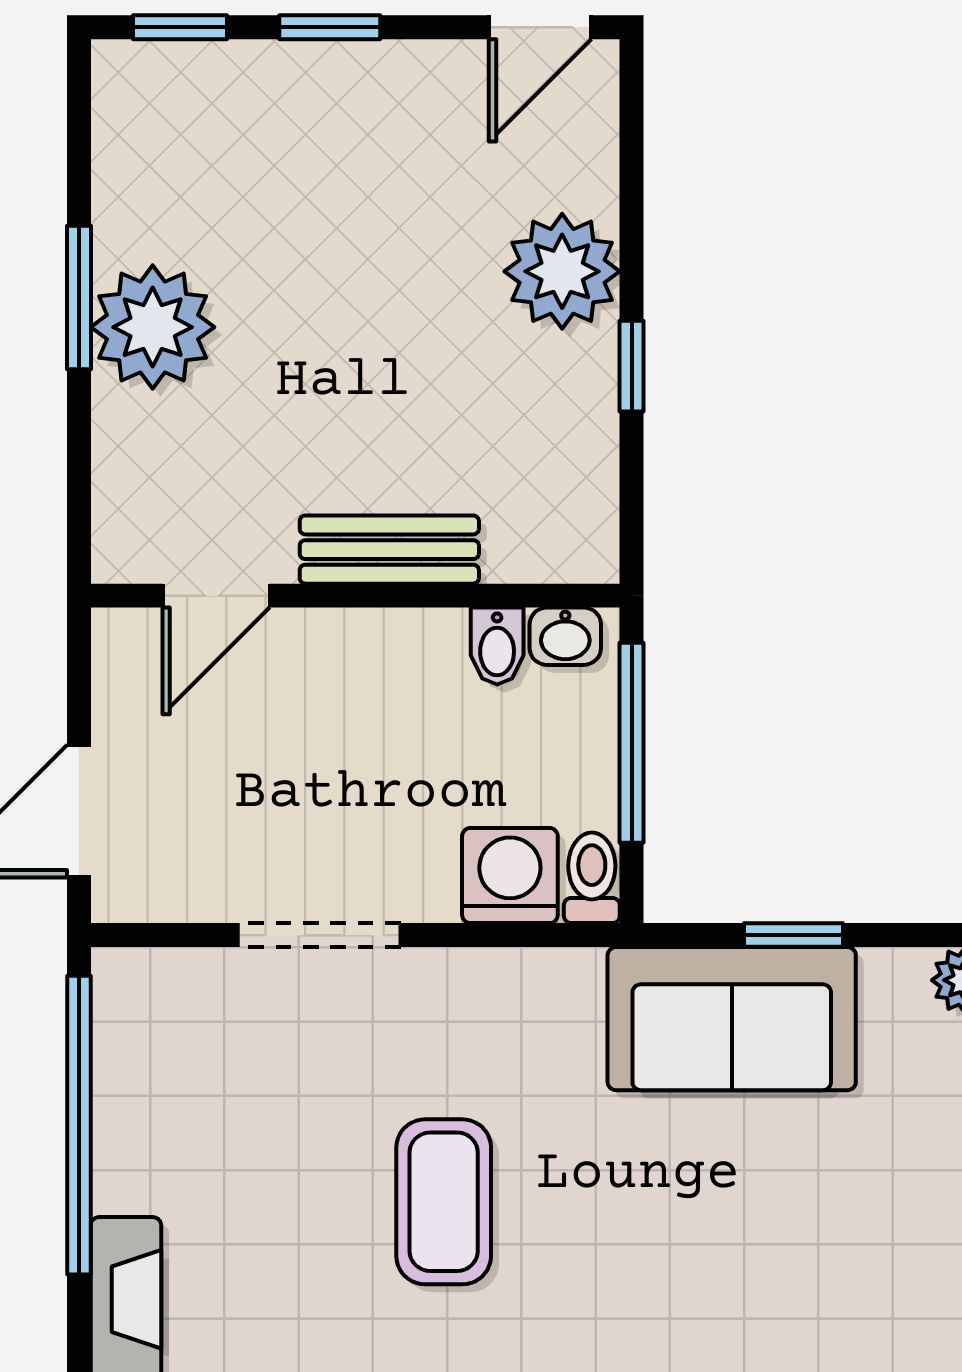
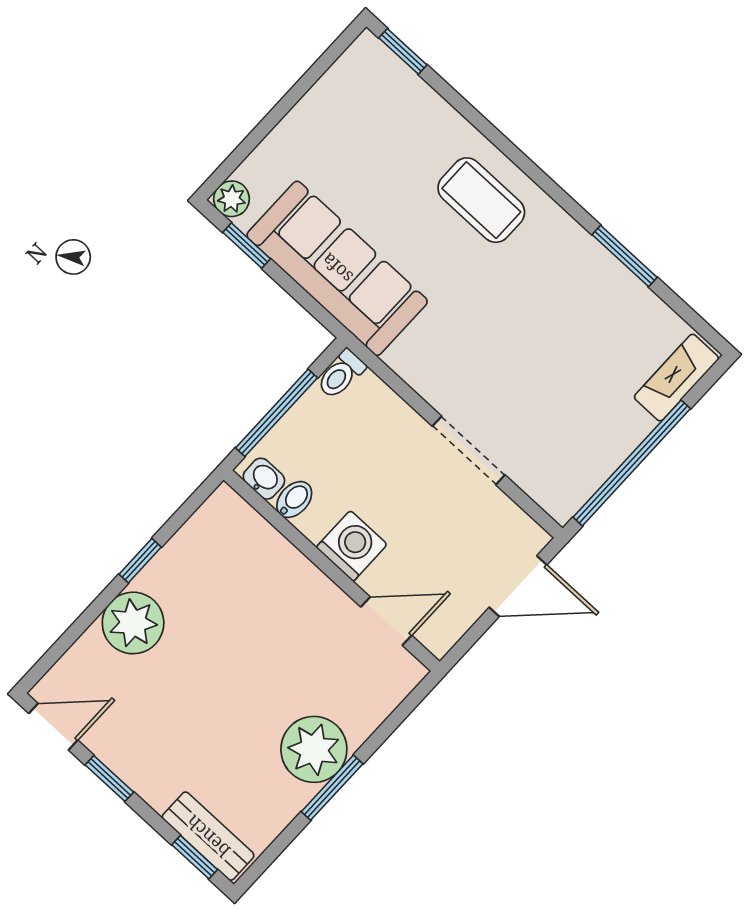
window: (330, 27) -> (109, 779), moved
bench: (389, 550) -> (208, 836), moved
washing machine: (510, 876) -> (352, 546), moved, turned 180
window: (794, 935) -> (247, 246), moved
sofa: (732, 1019) -> (337, 268), width x1.36
coffee table: (444, 1202) -> (481, 200), moved, turned 90

